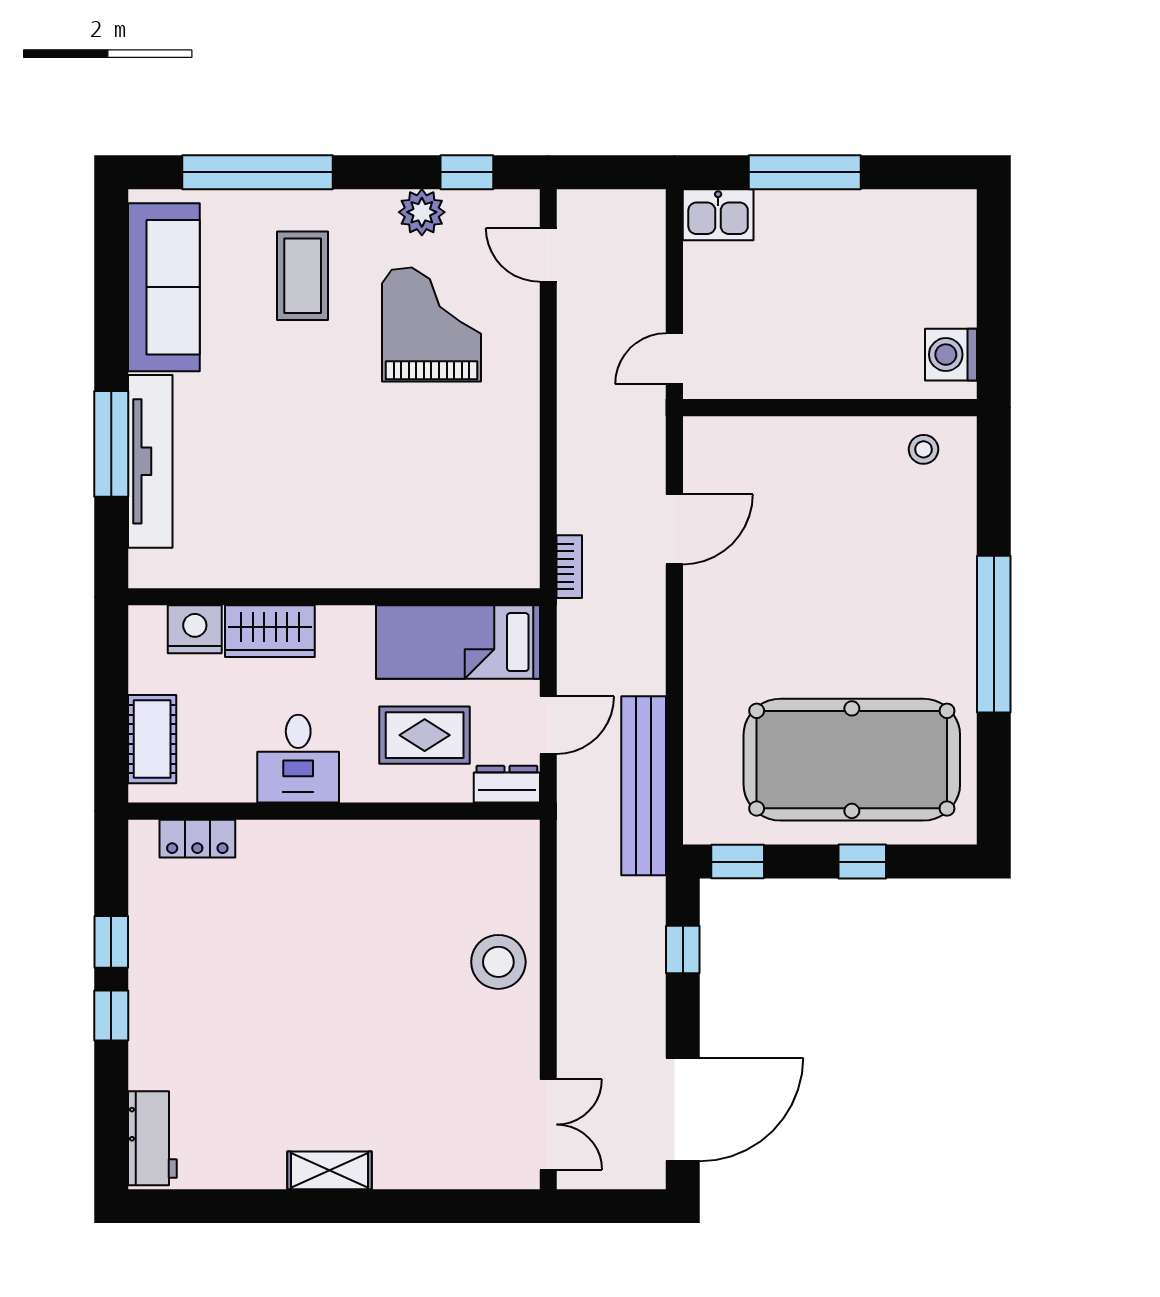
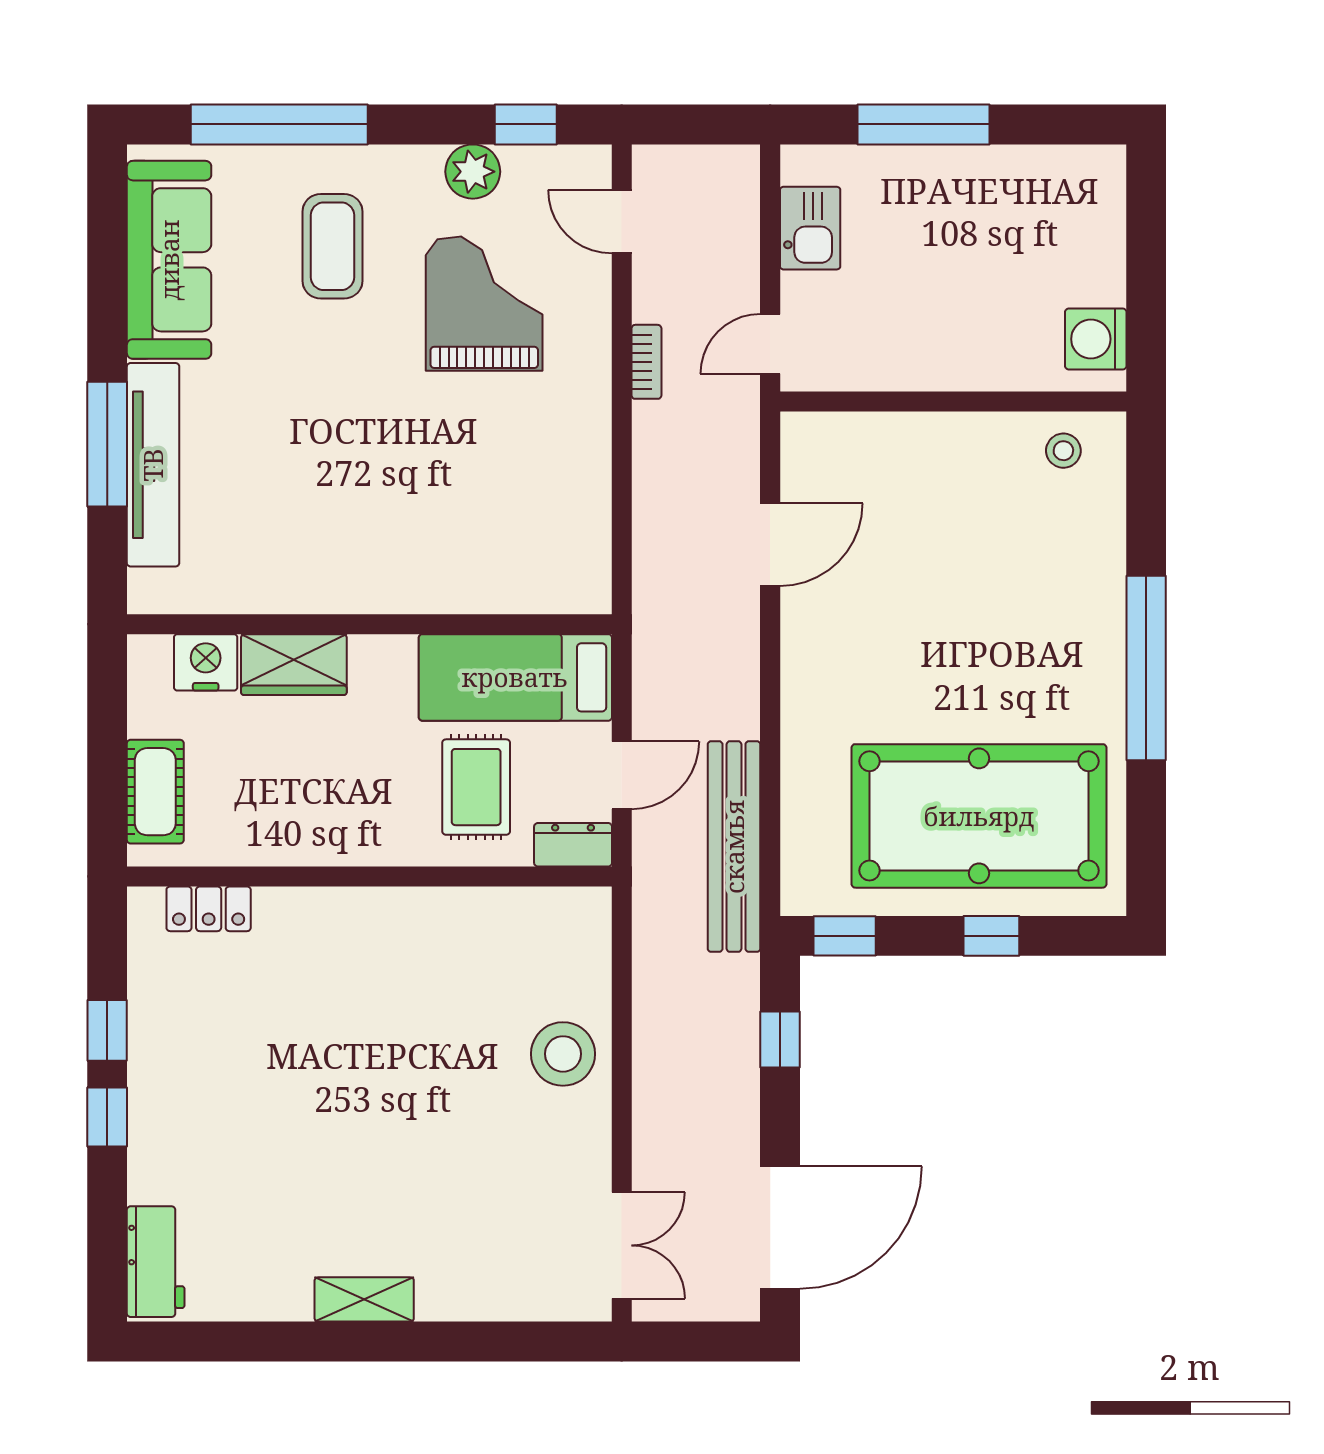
kitchen sink: (718, 215) -> (810, 228), moved, turned -90
bookcase: (569, 567) -> (646, 362), moved
rug: (425, 735) -> (476, 787), turned 90
desk: (298, 759) -> (327, 815), removed

